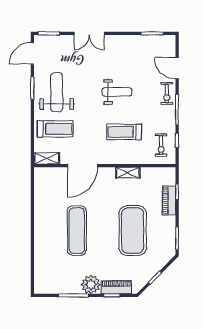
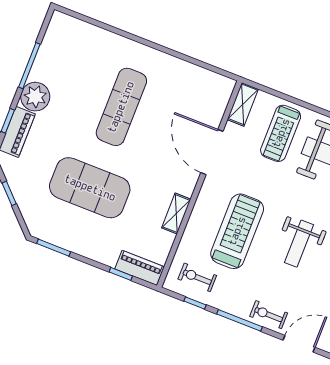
treadmill: (124, 132) -> (237, 231), width x1.37, depth x1.38
piano: (169, 200) -> (140, 268), moved
exercise mat: (77, 231) -> (121, 107), turned 90

